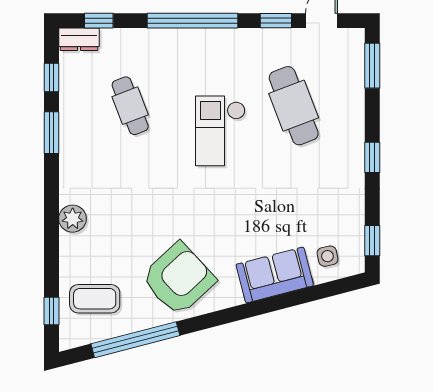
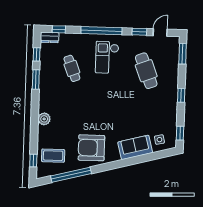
checkout: (220, 131) -> (107, 57), moved
armchair: (178, 279) -> (91, 148), turned -137

